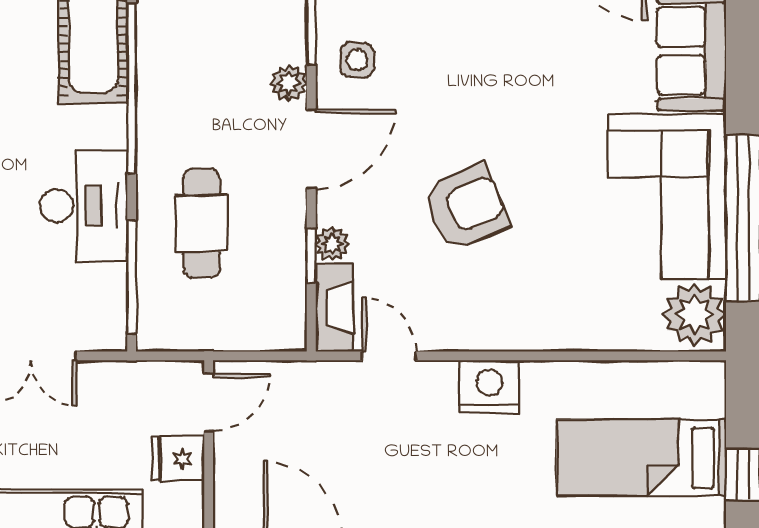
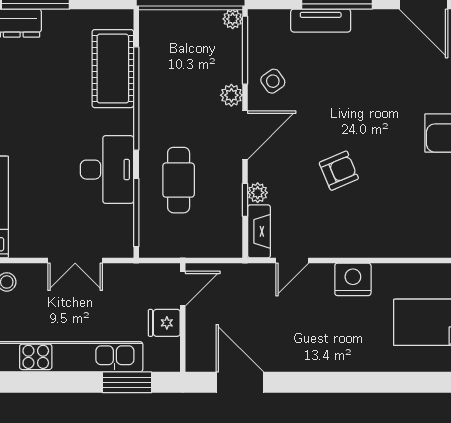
side table: (357, 60) -> (273, 81), turned -35
armchair: (466, 208) -> (339, 171), width x0.72, depth x0.72
door: (389, 356) -> (292, 261), swing flipped

